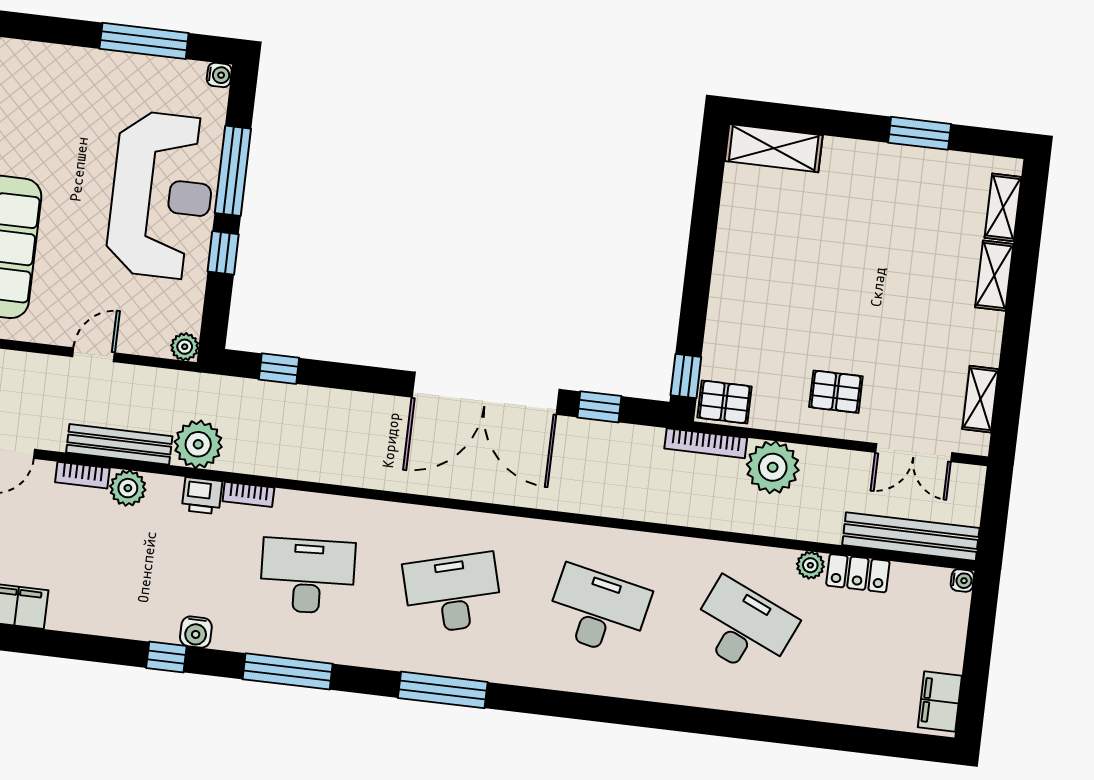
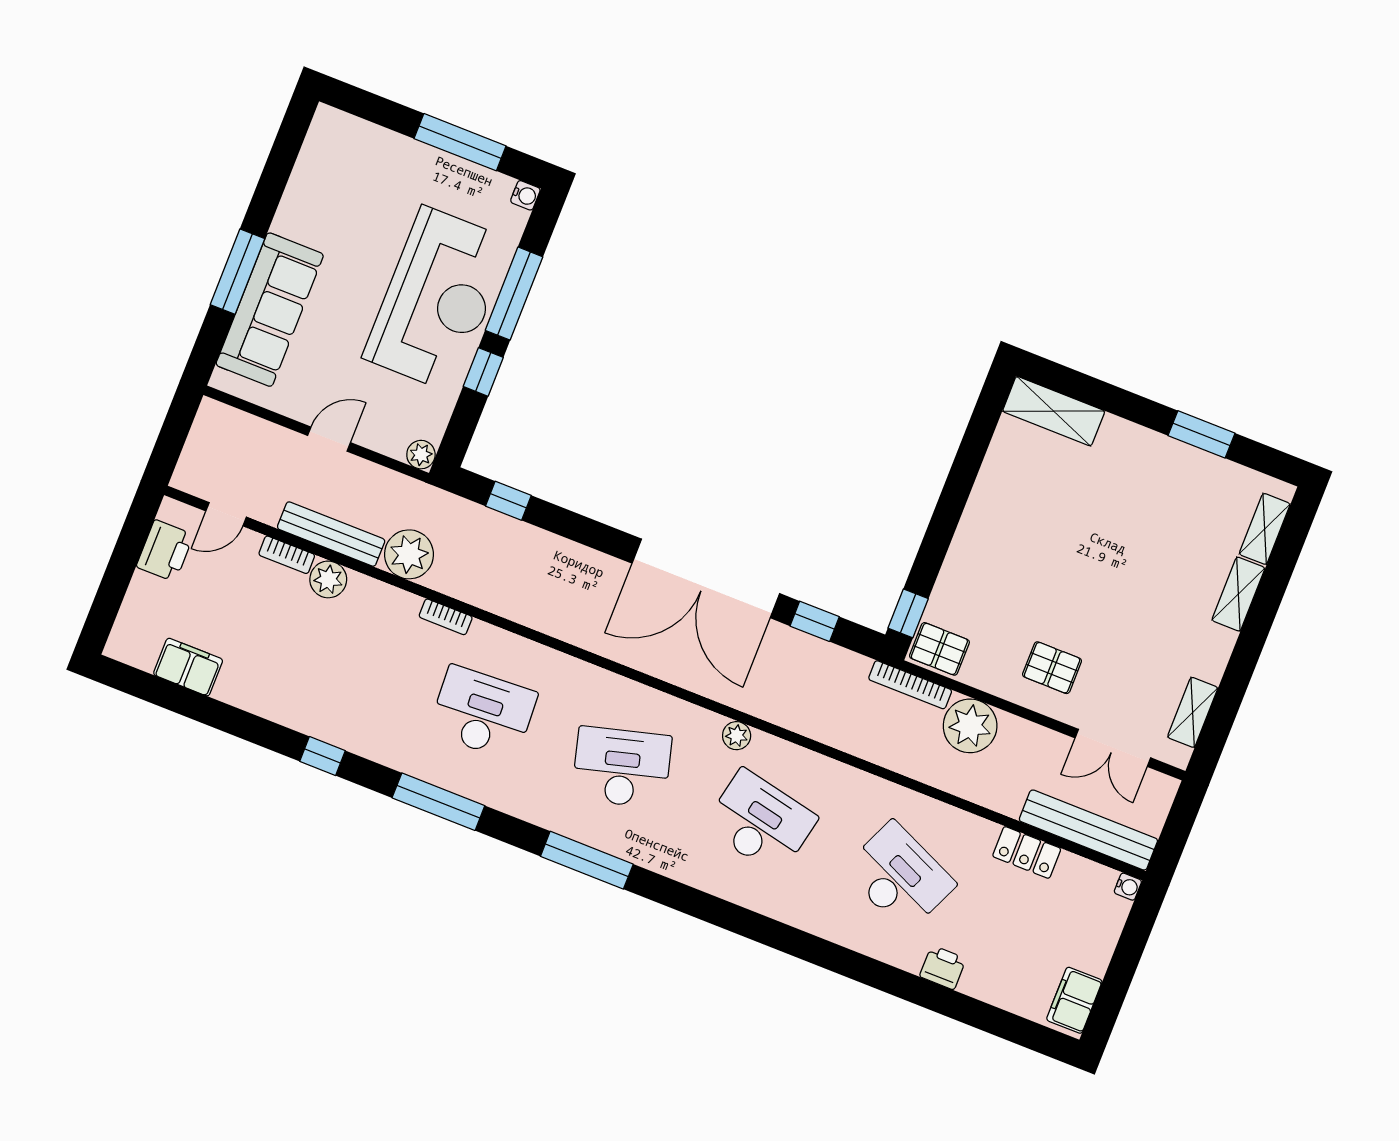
printer: (202, 496) -> (943, 967), moved, turned 180
plant: (810, 565) -> (737, 736), moved
water cooler: (196, 632) -> (358, 739), removed

